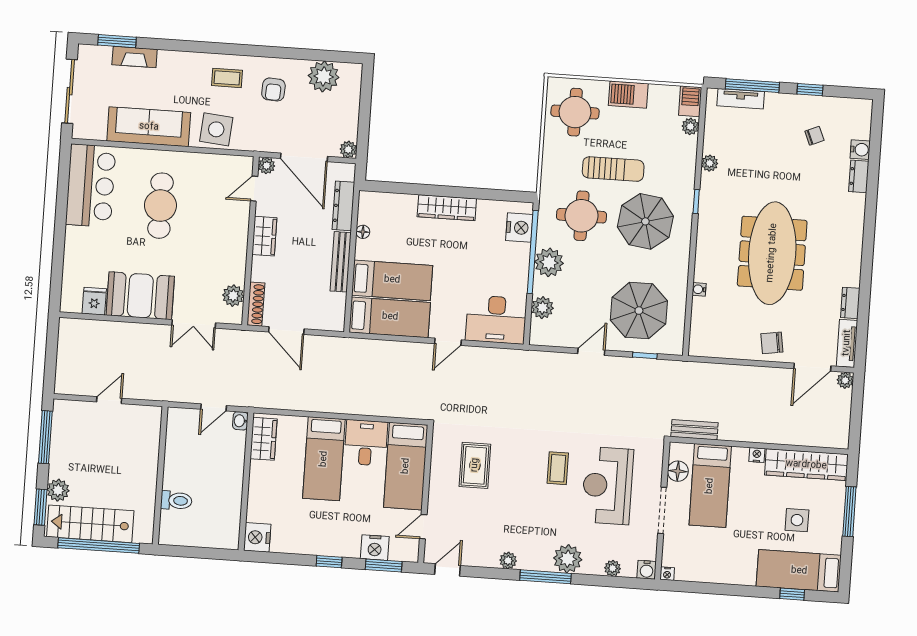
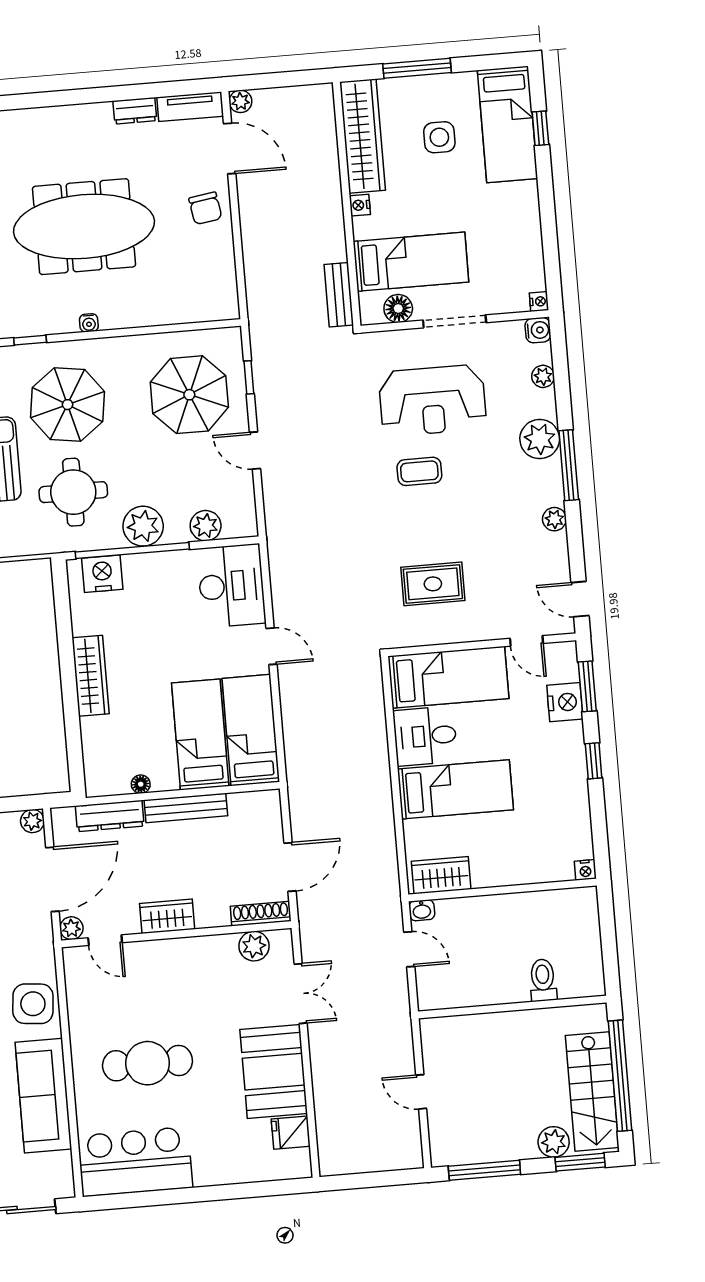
water cooler: (699, 289) -> (89, 323), moved
nightstand: (257, 537) -> (585, 870), width x0.53, depth x0.56

